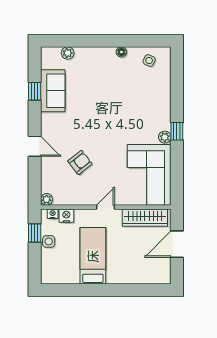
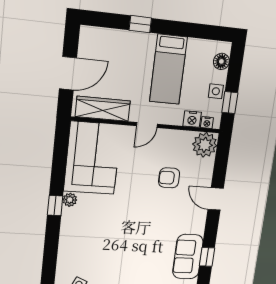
armchair: (80, 162) -> (169, 178), turned 38
plant: (47, 199) -> (205, 145), width x1.87, depth x1.87
floor lamp: (48, 267) -> (221, 61), added
window: (121, 290) -> (140, 24), added

